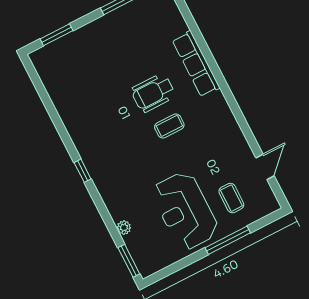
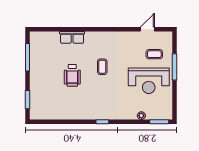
row of seats: (196, 64) -> (72, 37), width x0.68
wheelchair: (153, 93) -> (72, 75), moved
door: (265, 167) -> (147, 29), hinge flipped

